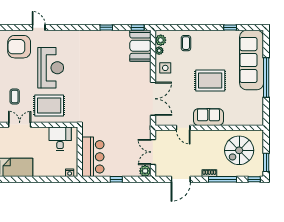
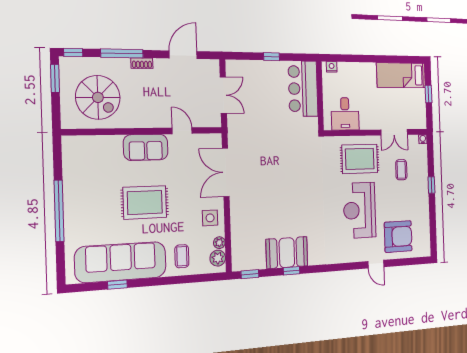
booth: (140, 46) -> (287, 253), moved, turned 90
sofa: (252, 60) -> (121, 262), moved, turned -90
spiral stairs: (239, 150) -> (98, 97), turned 90
plant: (145, 171) -> (233, 68), removed

